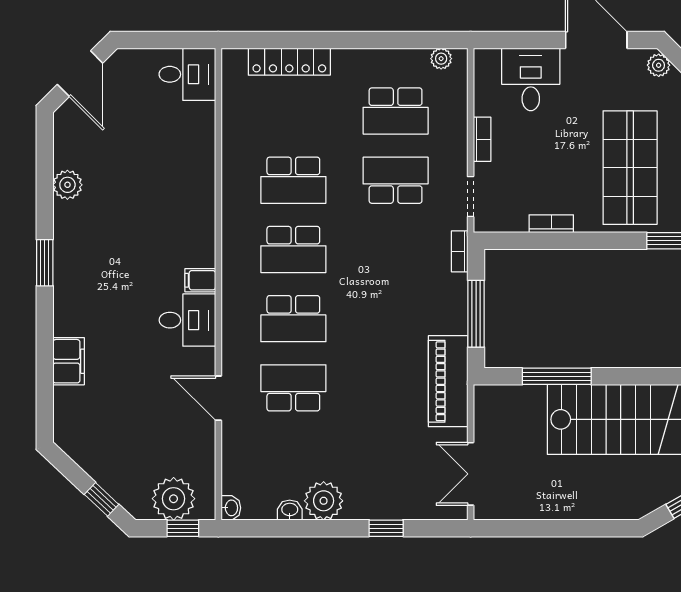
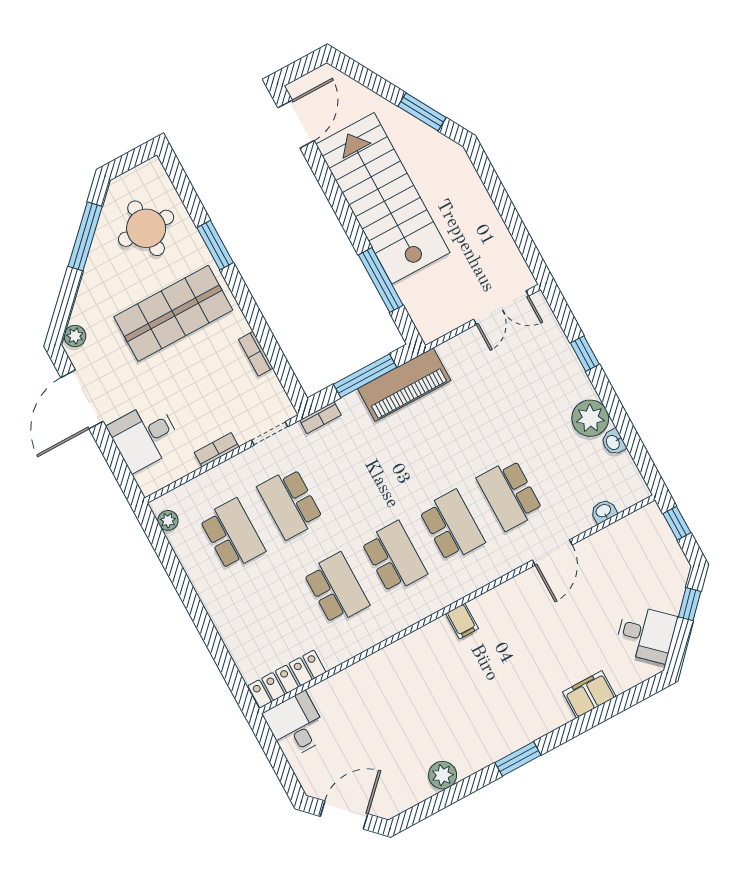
locker: (289, 62) -> (287, 679), moved, turned -90
desk: (187, 320) -> (646, 634), moved, turned 133
piano: (448, 381) -> (404, 385), moved
plant: (174, 499) -> (657, 544), removed
washbasin: (231, 508) -> (604, 511), moved

